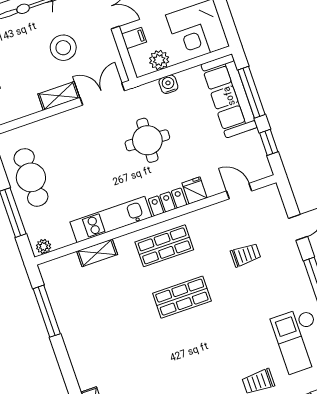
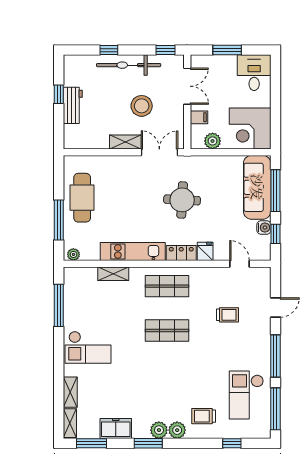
water cooler: (168, 84) -> (264, 227), moved, turned 90
checkout: (97, 348) -> (88, 347), added

